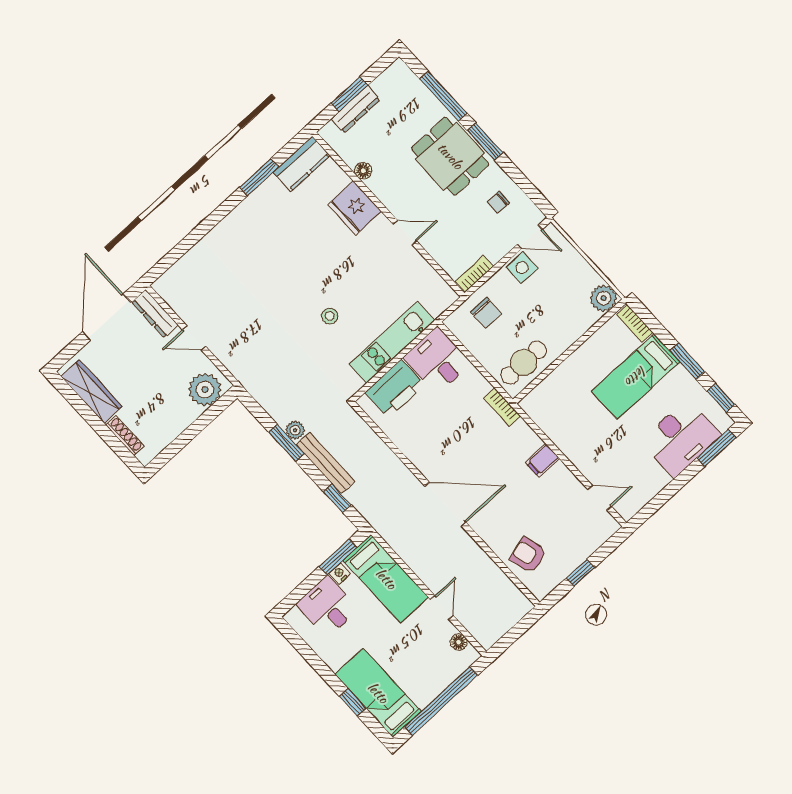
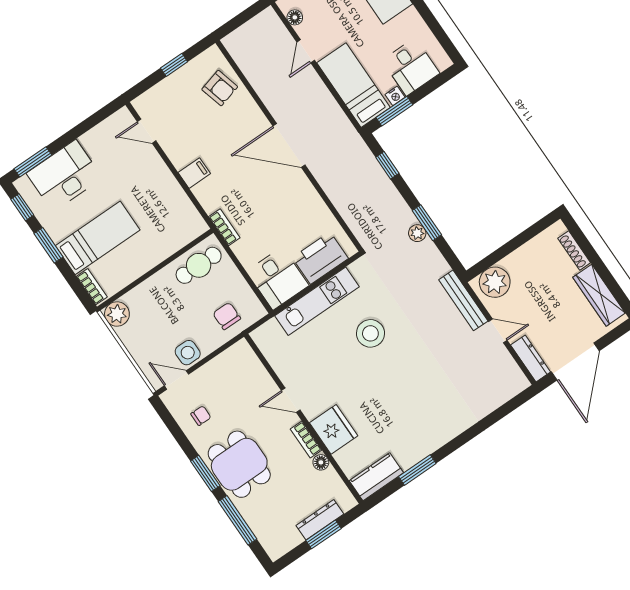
bookcase: (474, 274) -> (306, 439), moved, turned 90
stool: (330, 316) -> (370, 333), width x1.89, depth x1.89
bench: (325, 463) -> (463, 300), moved

